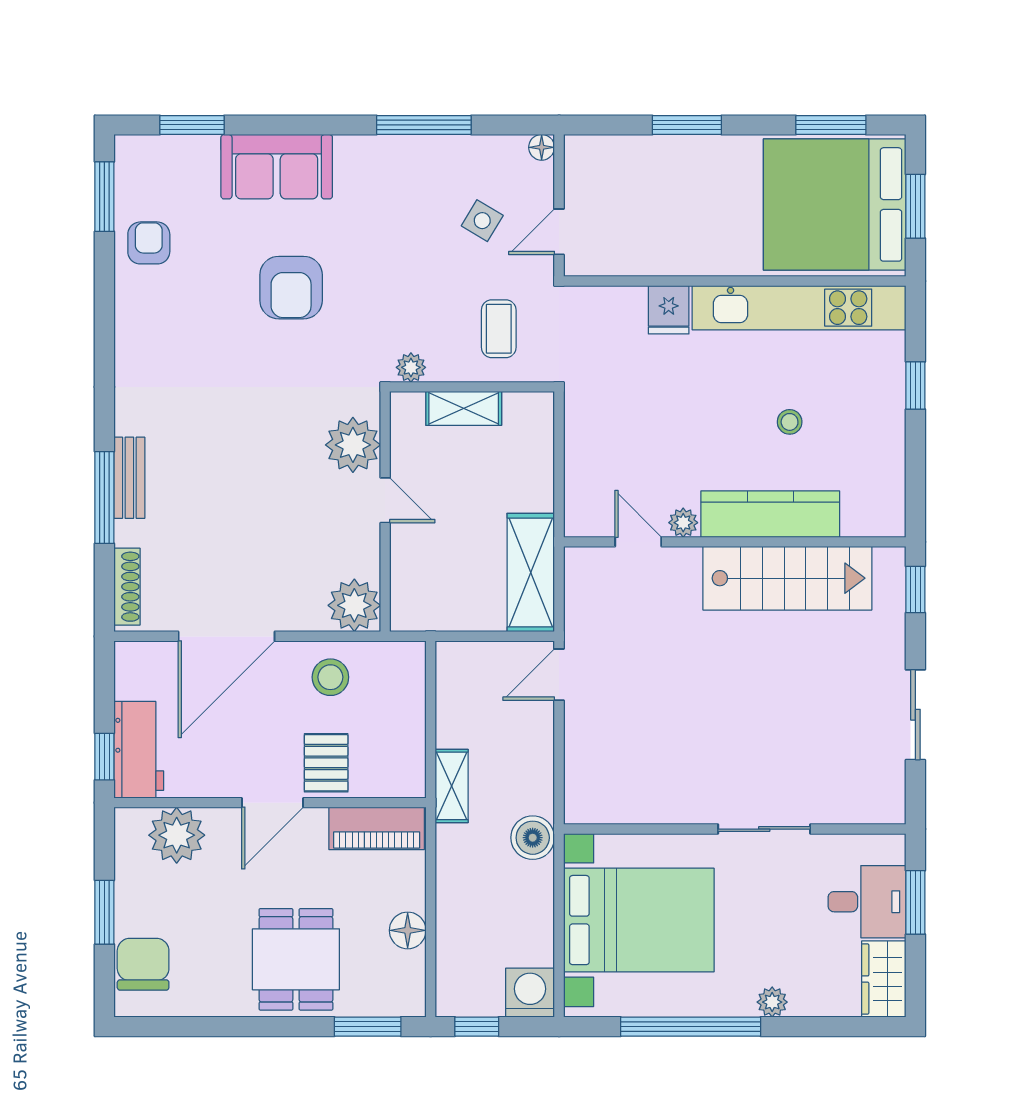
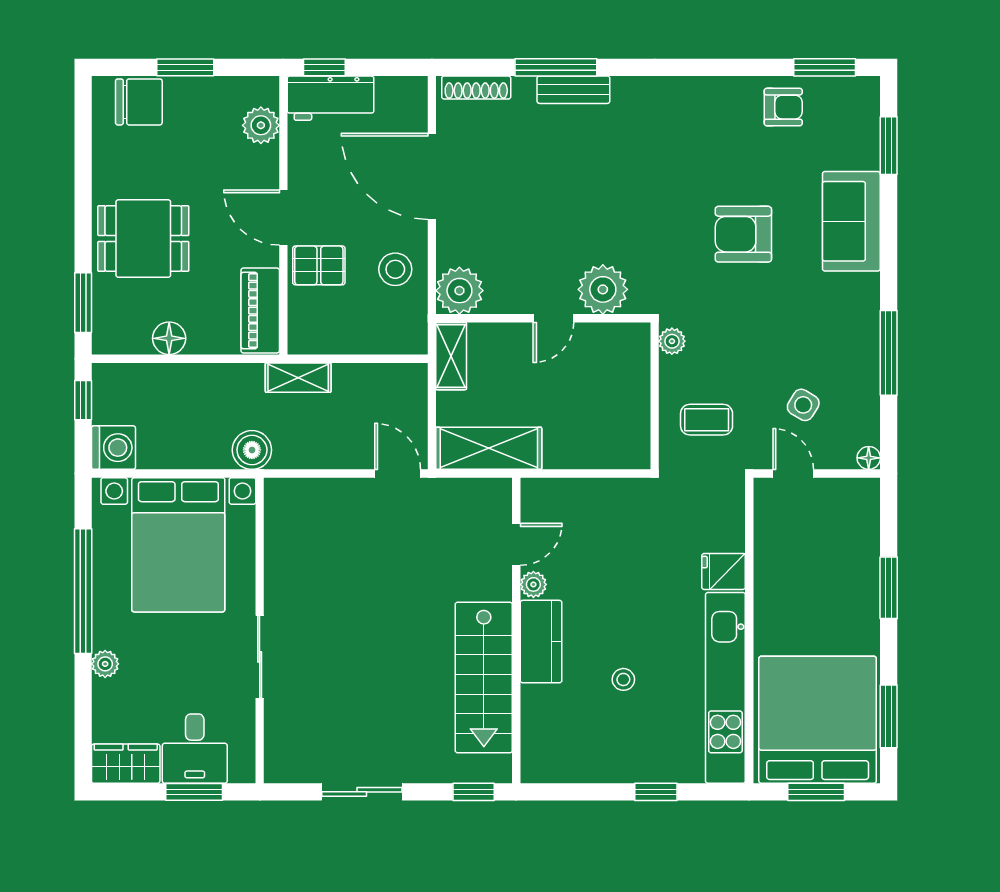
shelving: (464, 408) -> (451, 356), moved
kitchen counter: (770, 514) -> (541, 642), width x0.67
plant: (177, 835) -> (261, 125), width x0.73, depth x0.73

